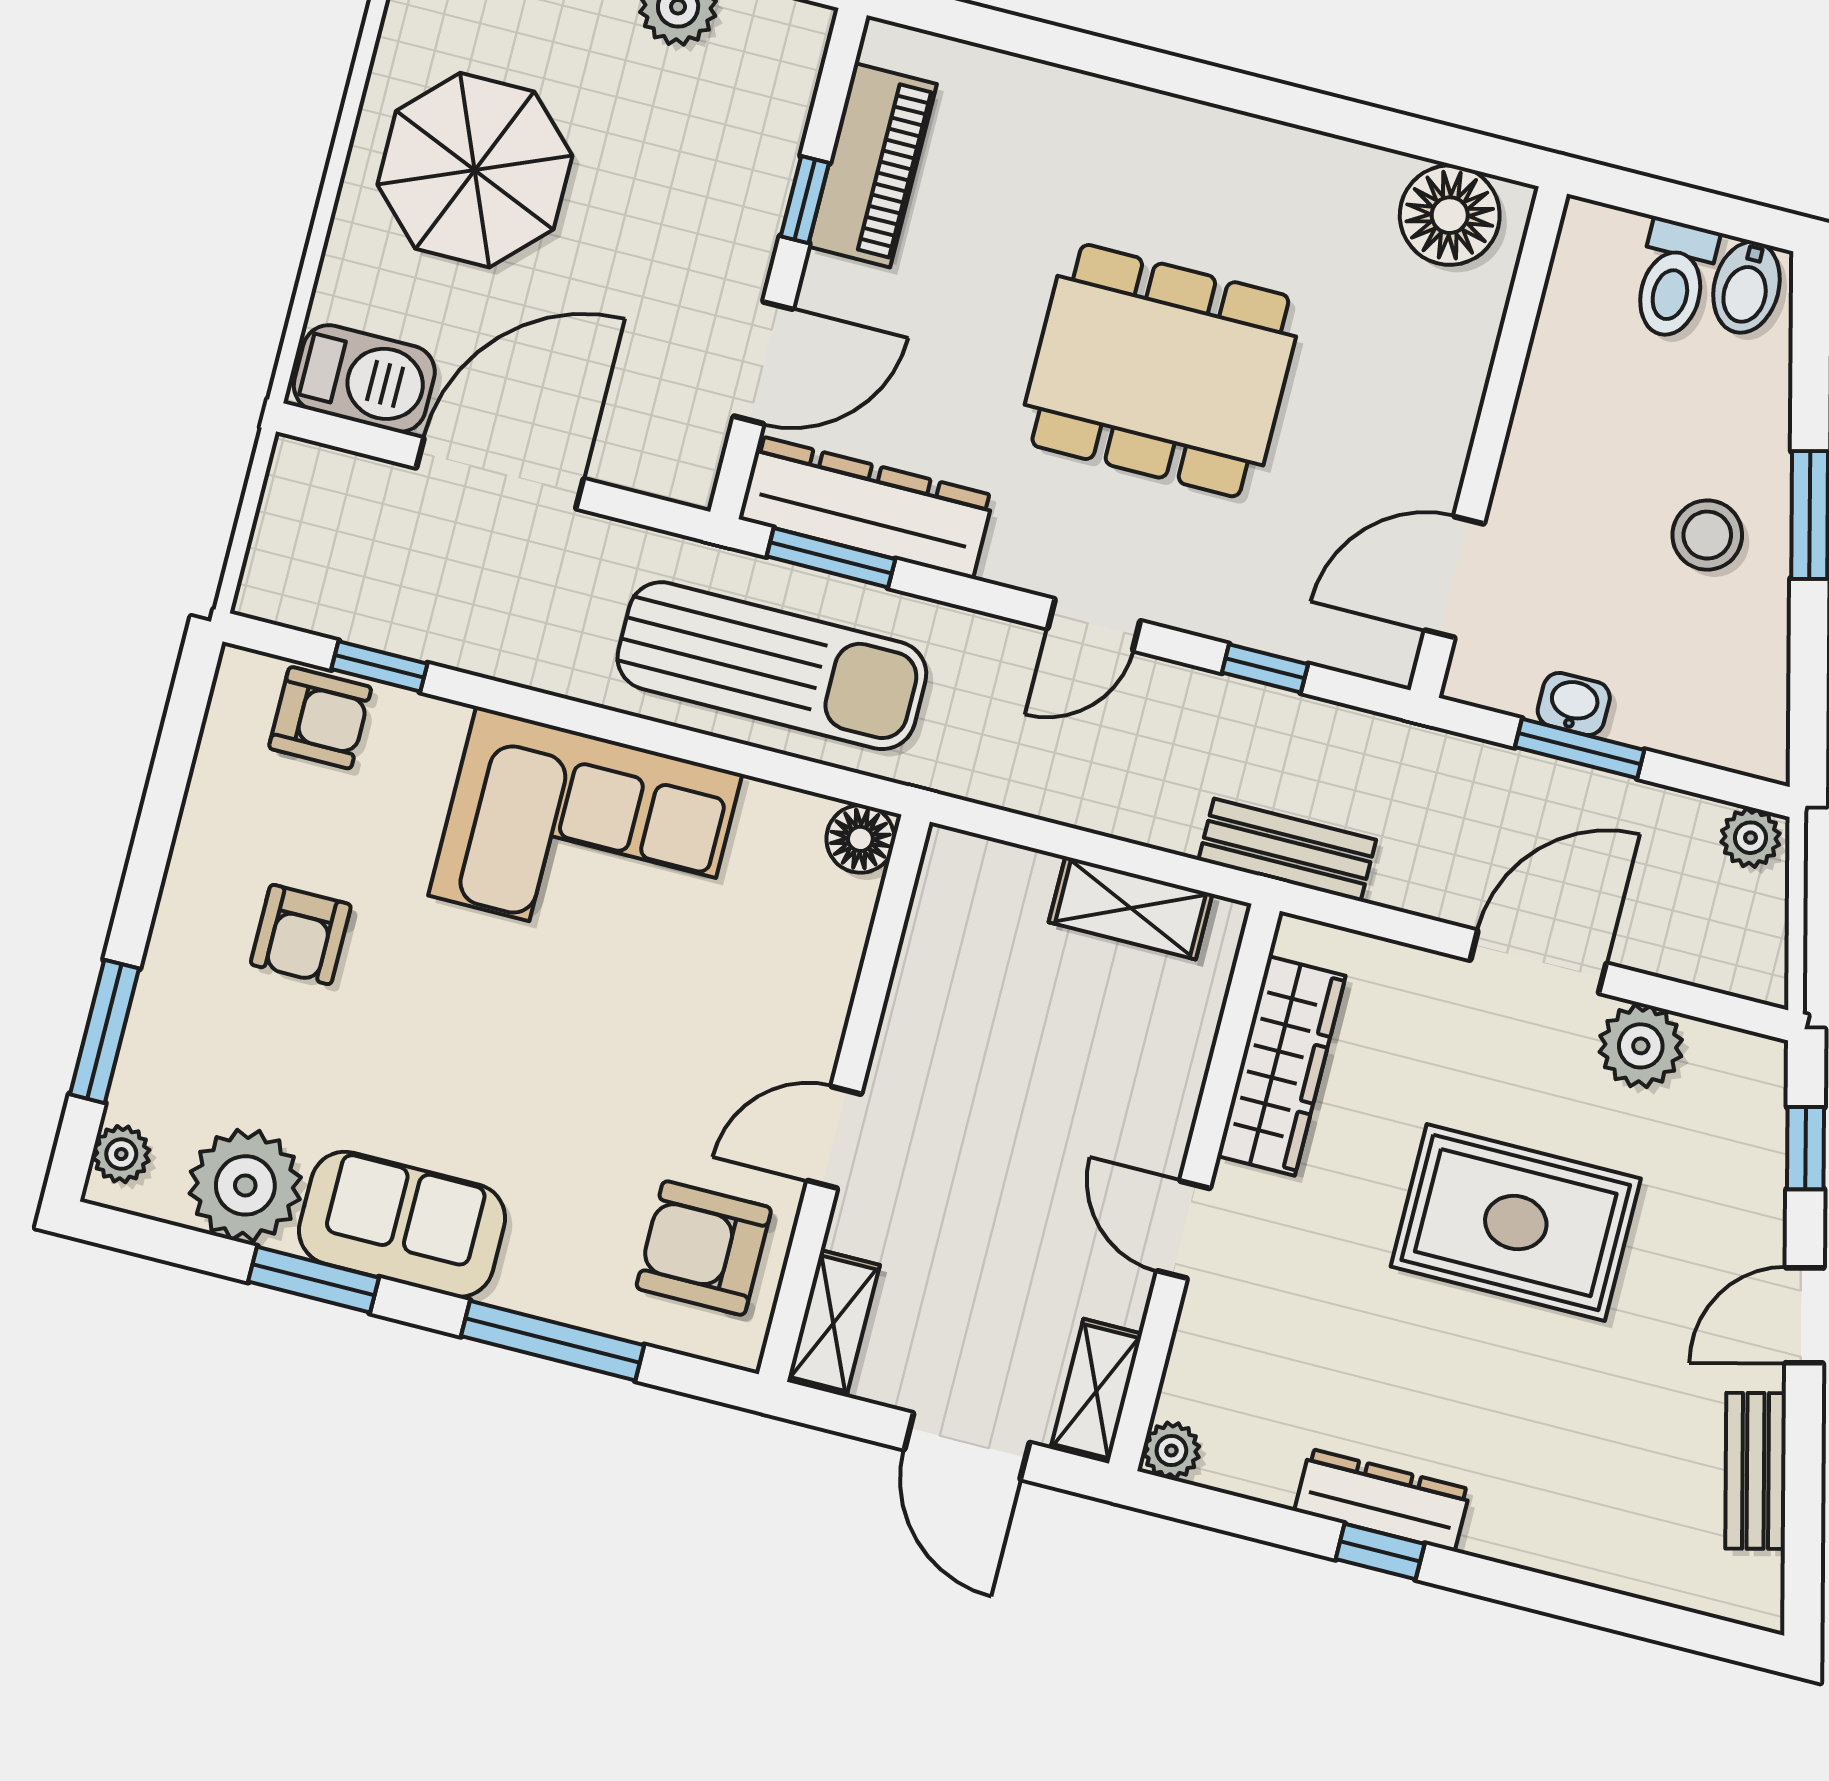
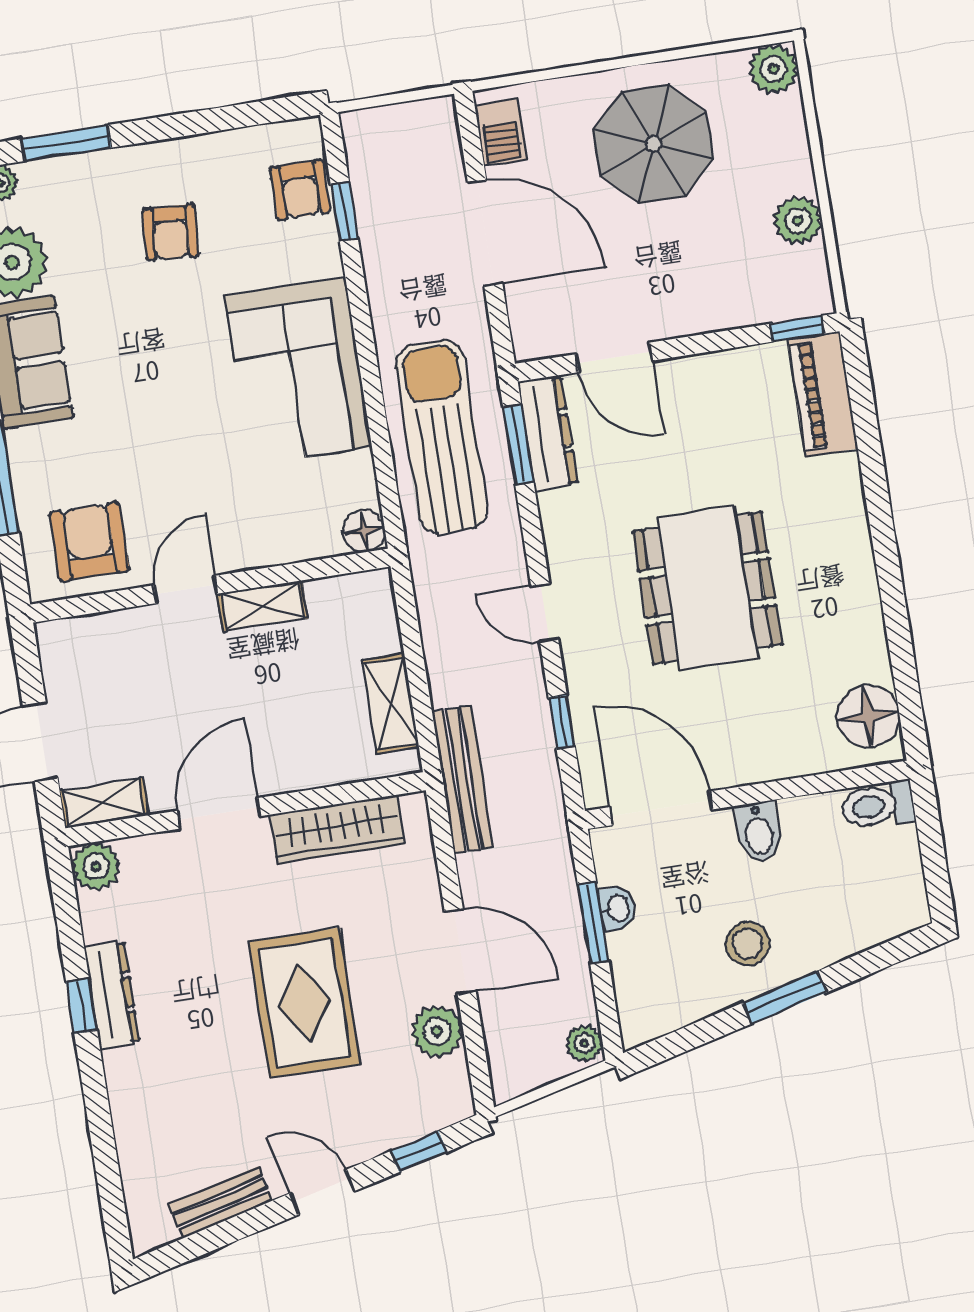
piano: (872, 165) -> (823, 394), moved, turned 90
window: (805, 200) -> (797, 329), moved
toilet: (1674, 279) -> (878, 805), moved
bidet: (1746, 287) -> (759, 832), moved, turned -90
barbecue: (364, 379) -> (501, 132), width x0.73, depth x0.79
dresser: (866, 507) -> (548, 433), width x0.73, depth x0.80
door: (1454, 577) -> (661, 808), width x1.36
sun lounger: (772, 666) -> (442, 437), turned 180
bench: (1287, 850) -> (463, 779), width x1.36
armchair: (301, 934) -> (171, 232), turned -86
door: (834, 1137) -> (185, 590), hinge flipped
door: (1184, 1230) -> (218, 813), width x1.38
shelving: (833, 1323) -> (263, 606), moved
plant: (1171, 1450) -> (96, 866), width x1.38, depth x1.38

